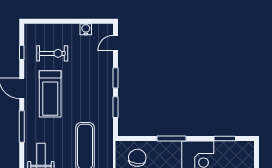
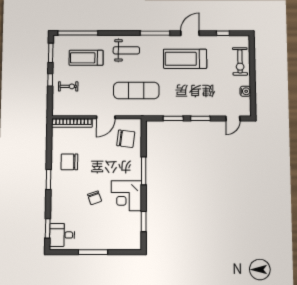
door: (115, 43) -> (233, 118), swing flipped
exercise bike: (52, 53) -> (240, 61), moved

